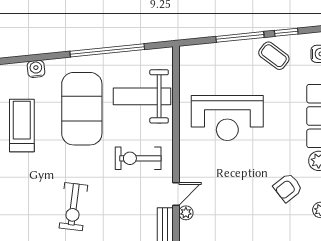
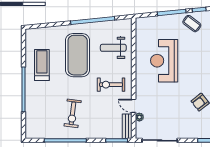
water cooler: (36, 69) -> (50, 31), removed
weight bench: (142, 96) -> (113, 48), width x0.73, depth x0.75
reception desk: (227, 118) -> (164, 61), turned 90
door: (176, 194) -> (134, 106), swing flipped

